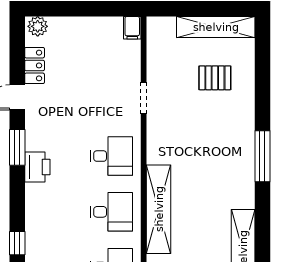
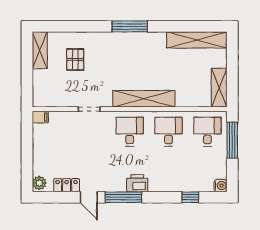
shelving: (216, 27) -> (40, 50), width x0.68
window: (17, 147) -> (124, 197), width x1.44
shelving: (159, 209) -> (144, 99), moved

